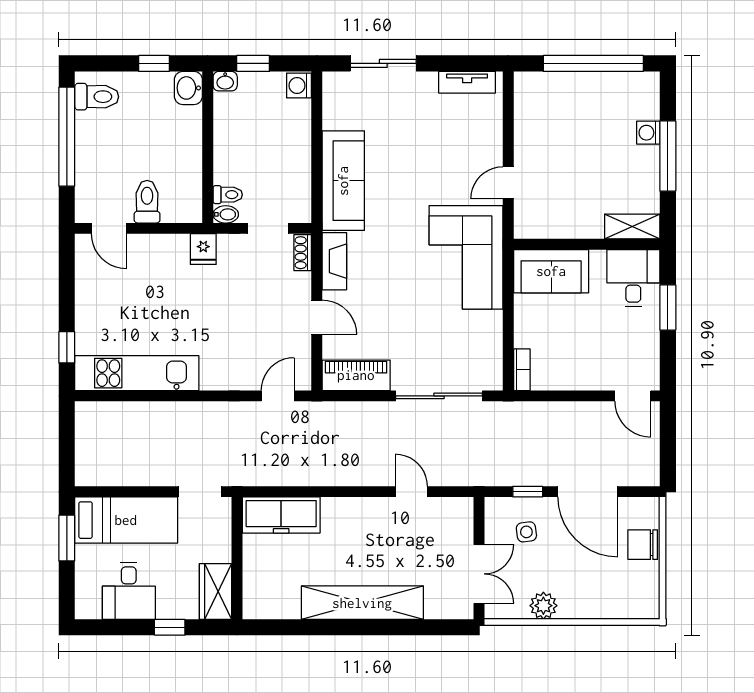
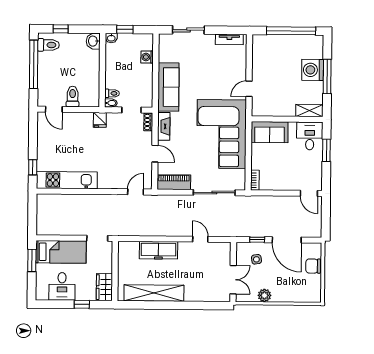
window: (154, 63) -> (61, 29), moved
washing machine: (299, 86) -> (147, 57), moved
washing machine: (648, 133) -> (313, 70), width x1.89, depth x1.89
corner sofa: (466, 257) -> (222, 134), width x1.36, depth x1.36
freezer: (281, 515) -> (158, 250), moved
shelving: (362, 603) -> (154, 293), moved

